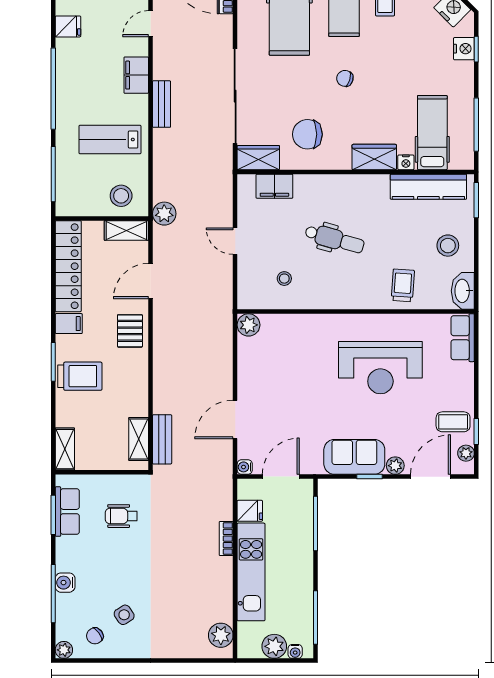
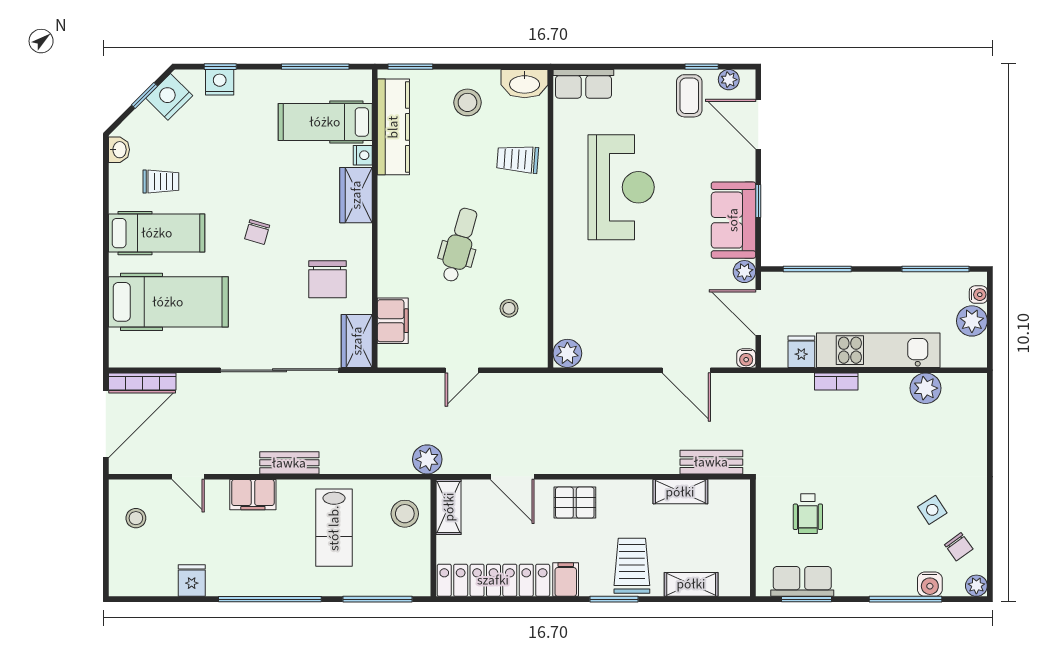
shelving: (139, 439) -> (680, 492), moved
shelving: (65, 449) -> (691, 584), moved
plant: (395, 466) -> (744, 272), moved
water cooler: (65, 583) -> (930, 584), moved
plant: (221, 635) -> (926, 388), moved

